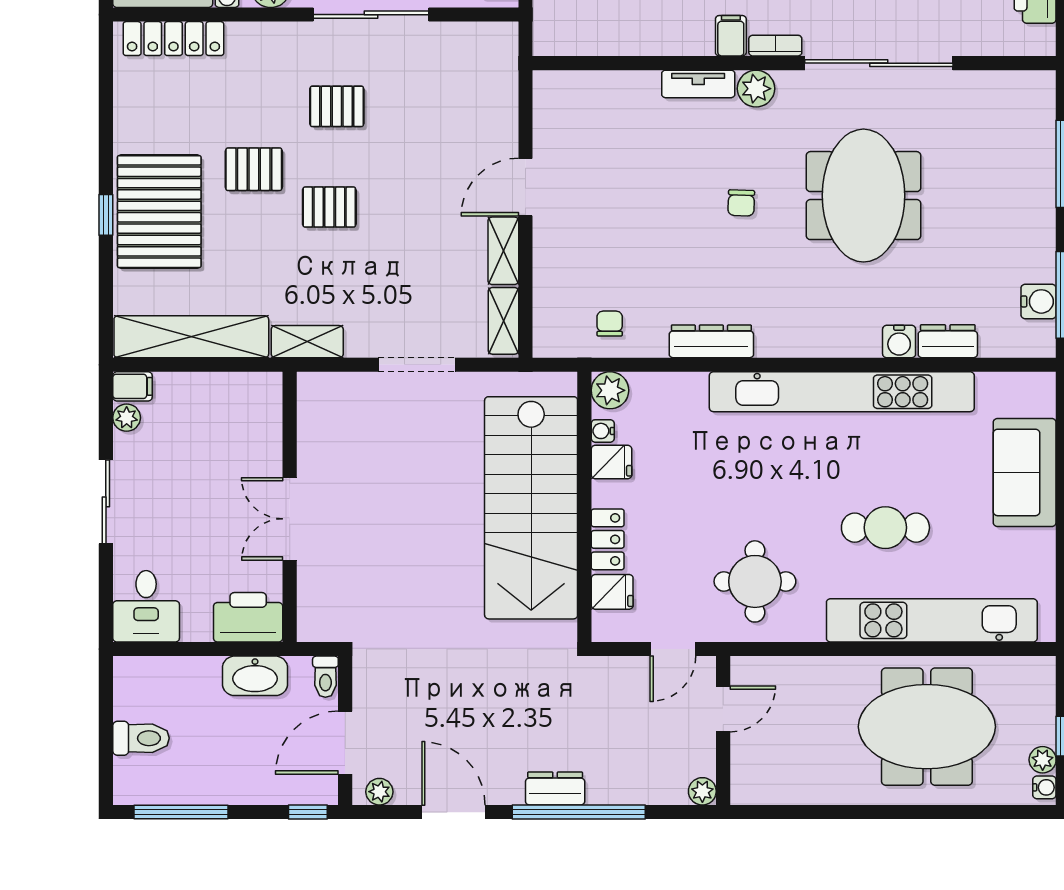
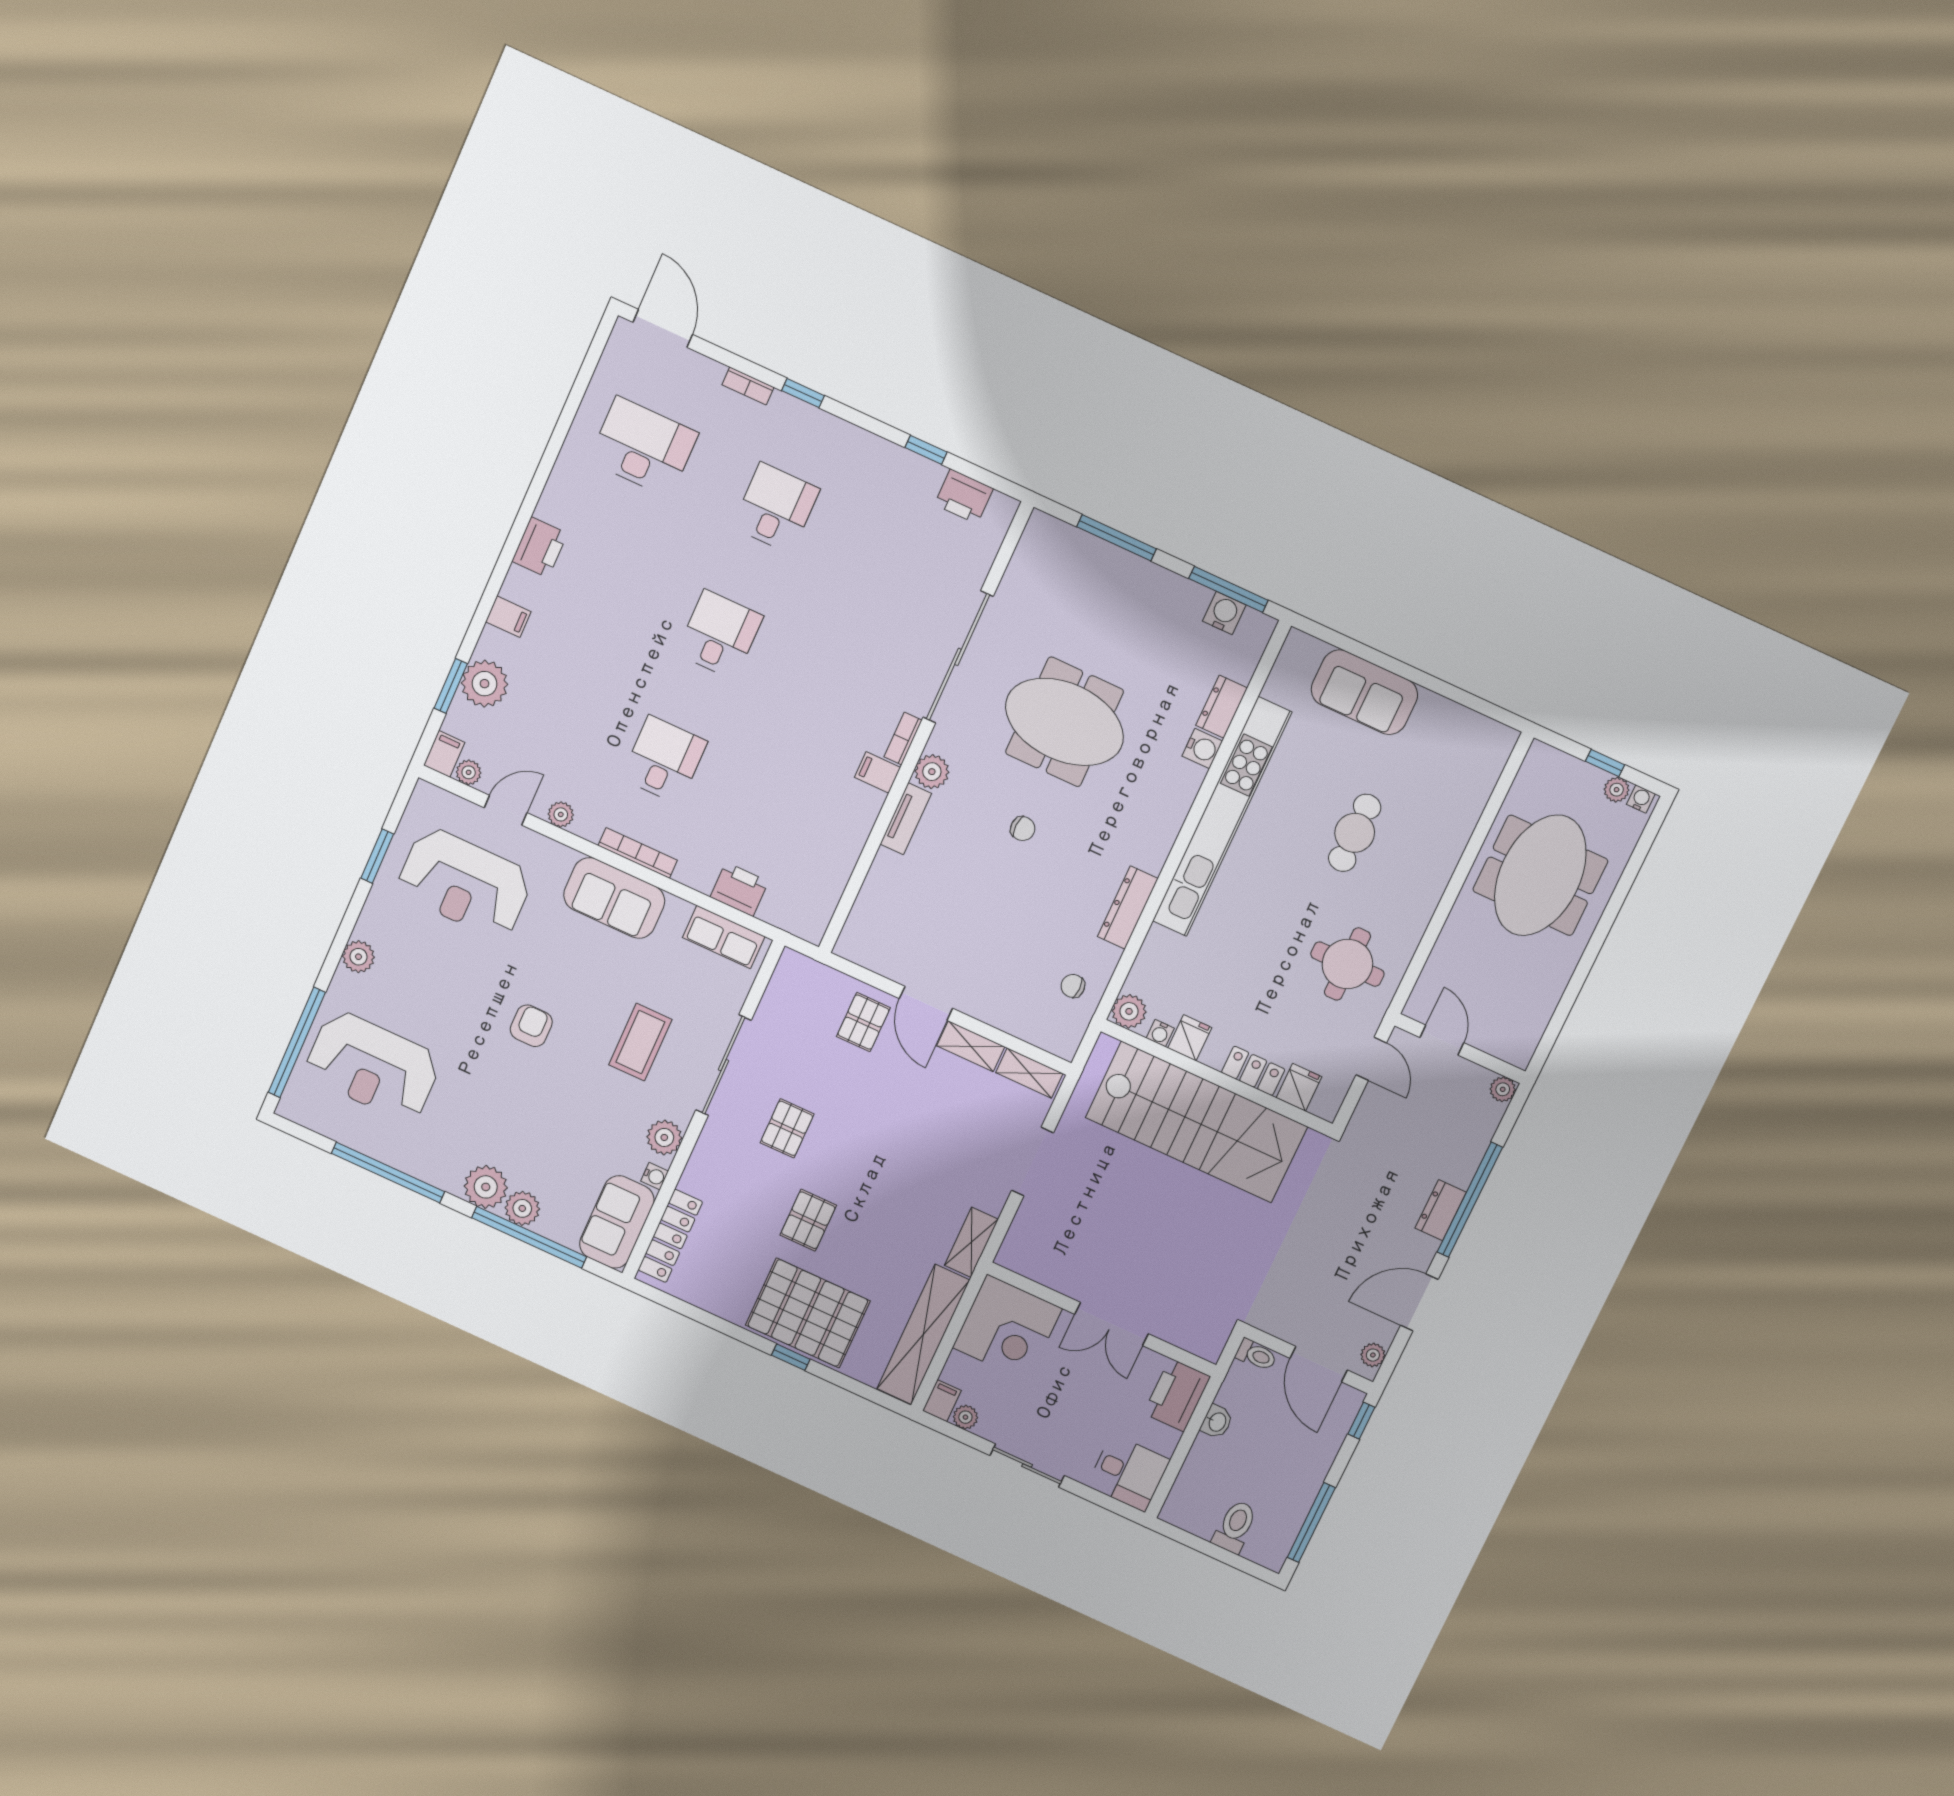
pallet: (329, 207) -> (863, 1022), moved
corner desk: (237, 417) -> (1007, 1328), added
kitchen unit: (932, 620) -> (1452, 830), removed
washbasin: (255, 676) -> (1217, 1422), width x0.52, depth x0.69

